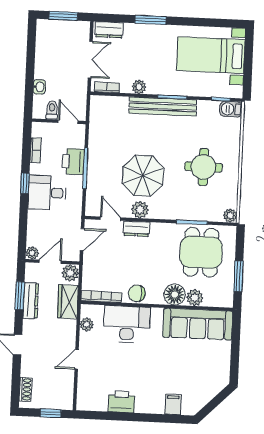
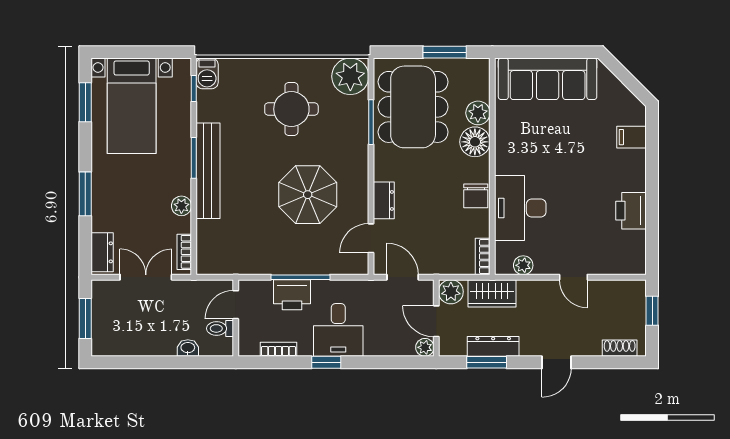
window: (215, 23) -> (85, 102), added
plant: (140, 210) -> (356, 197), removed
plant: (230, 216) -> (350, 76), width x1.87, depth x1.87
dining table: (201, 252) -> (413, 107), width x1.38
bookcase: (101, 297) -> (483, 257), width x0.64
sofa: (198, 324) -> (548, 79), moved, turned 90

